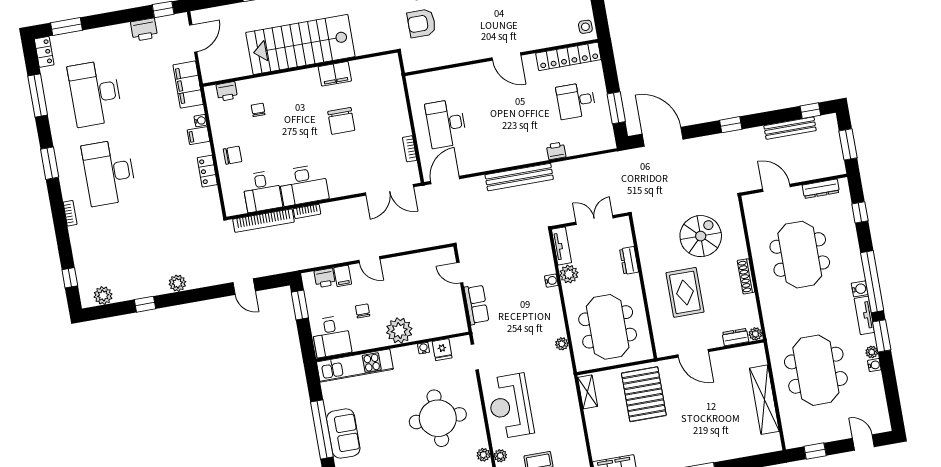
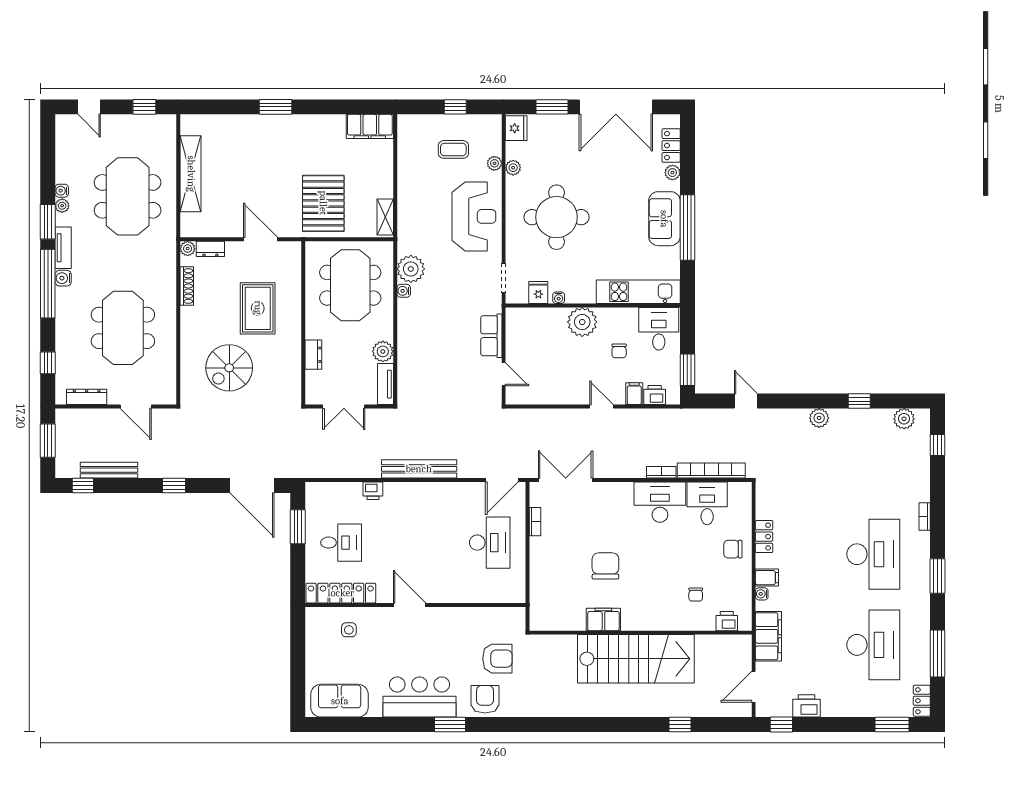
side table: (585, 27) -> (349, 630), moved
shoe rack: (746, 276) -> (187, 286), moved
water cooler: (551, 281) -> (404, 291), moved
plant: (562, 344) -> (411, 269), width x1.88, depth x1.88

